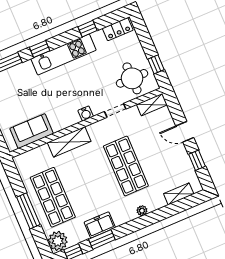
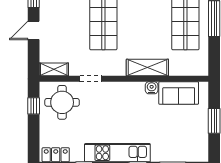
water cooler: (86, 114) -> (152, 88), moved
door: (185, 132) -> (34, 30), swing flipped

